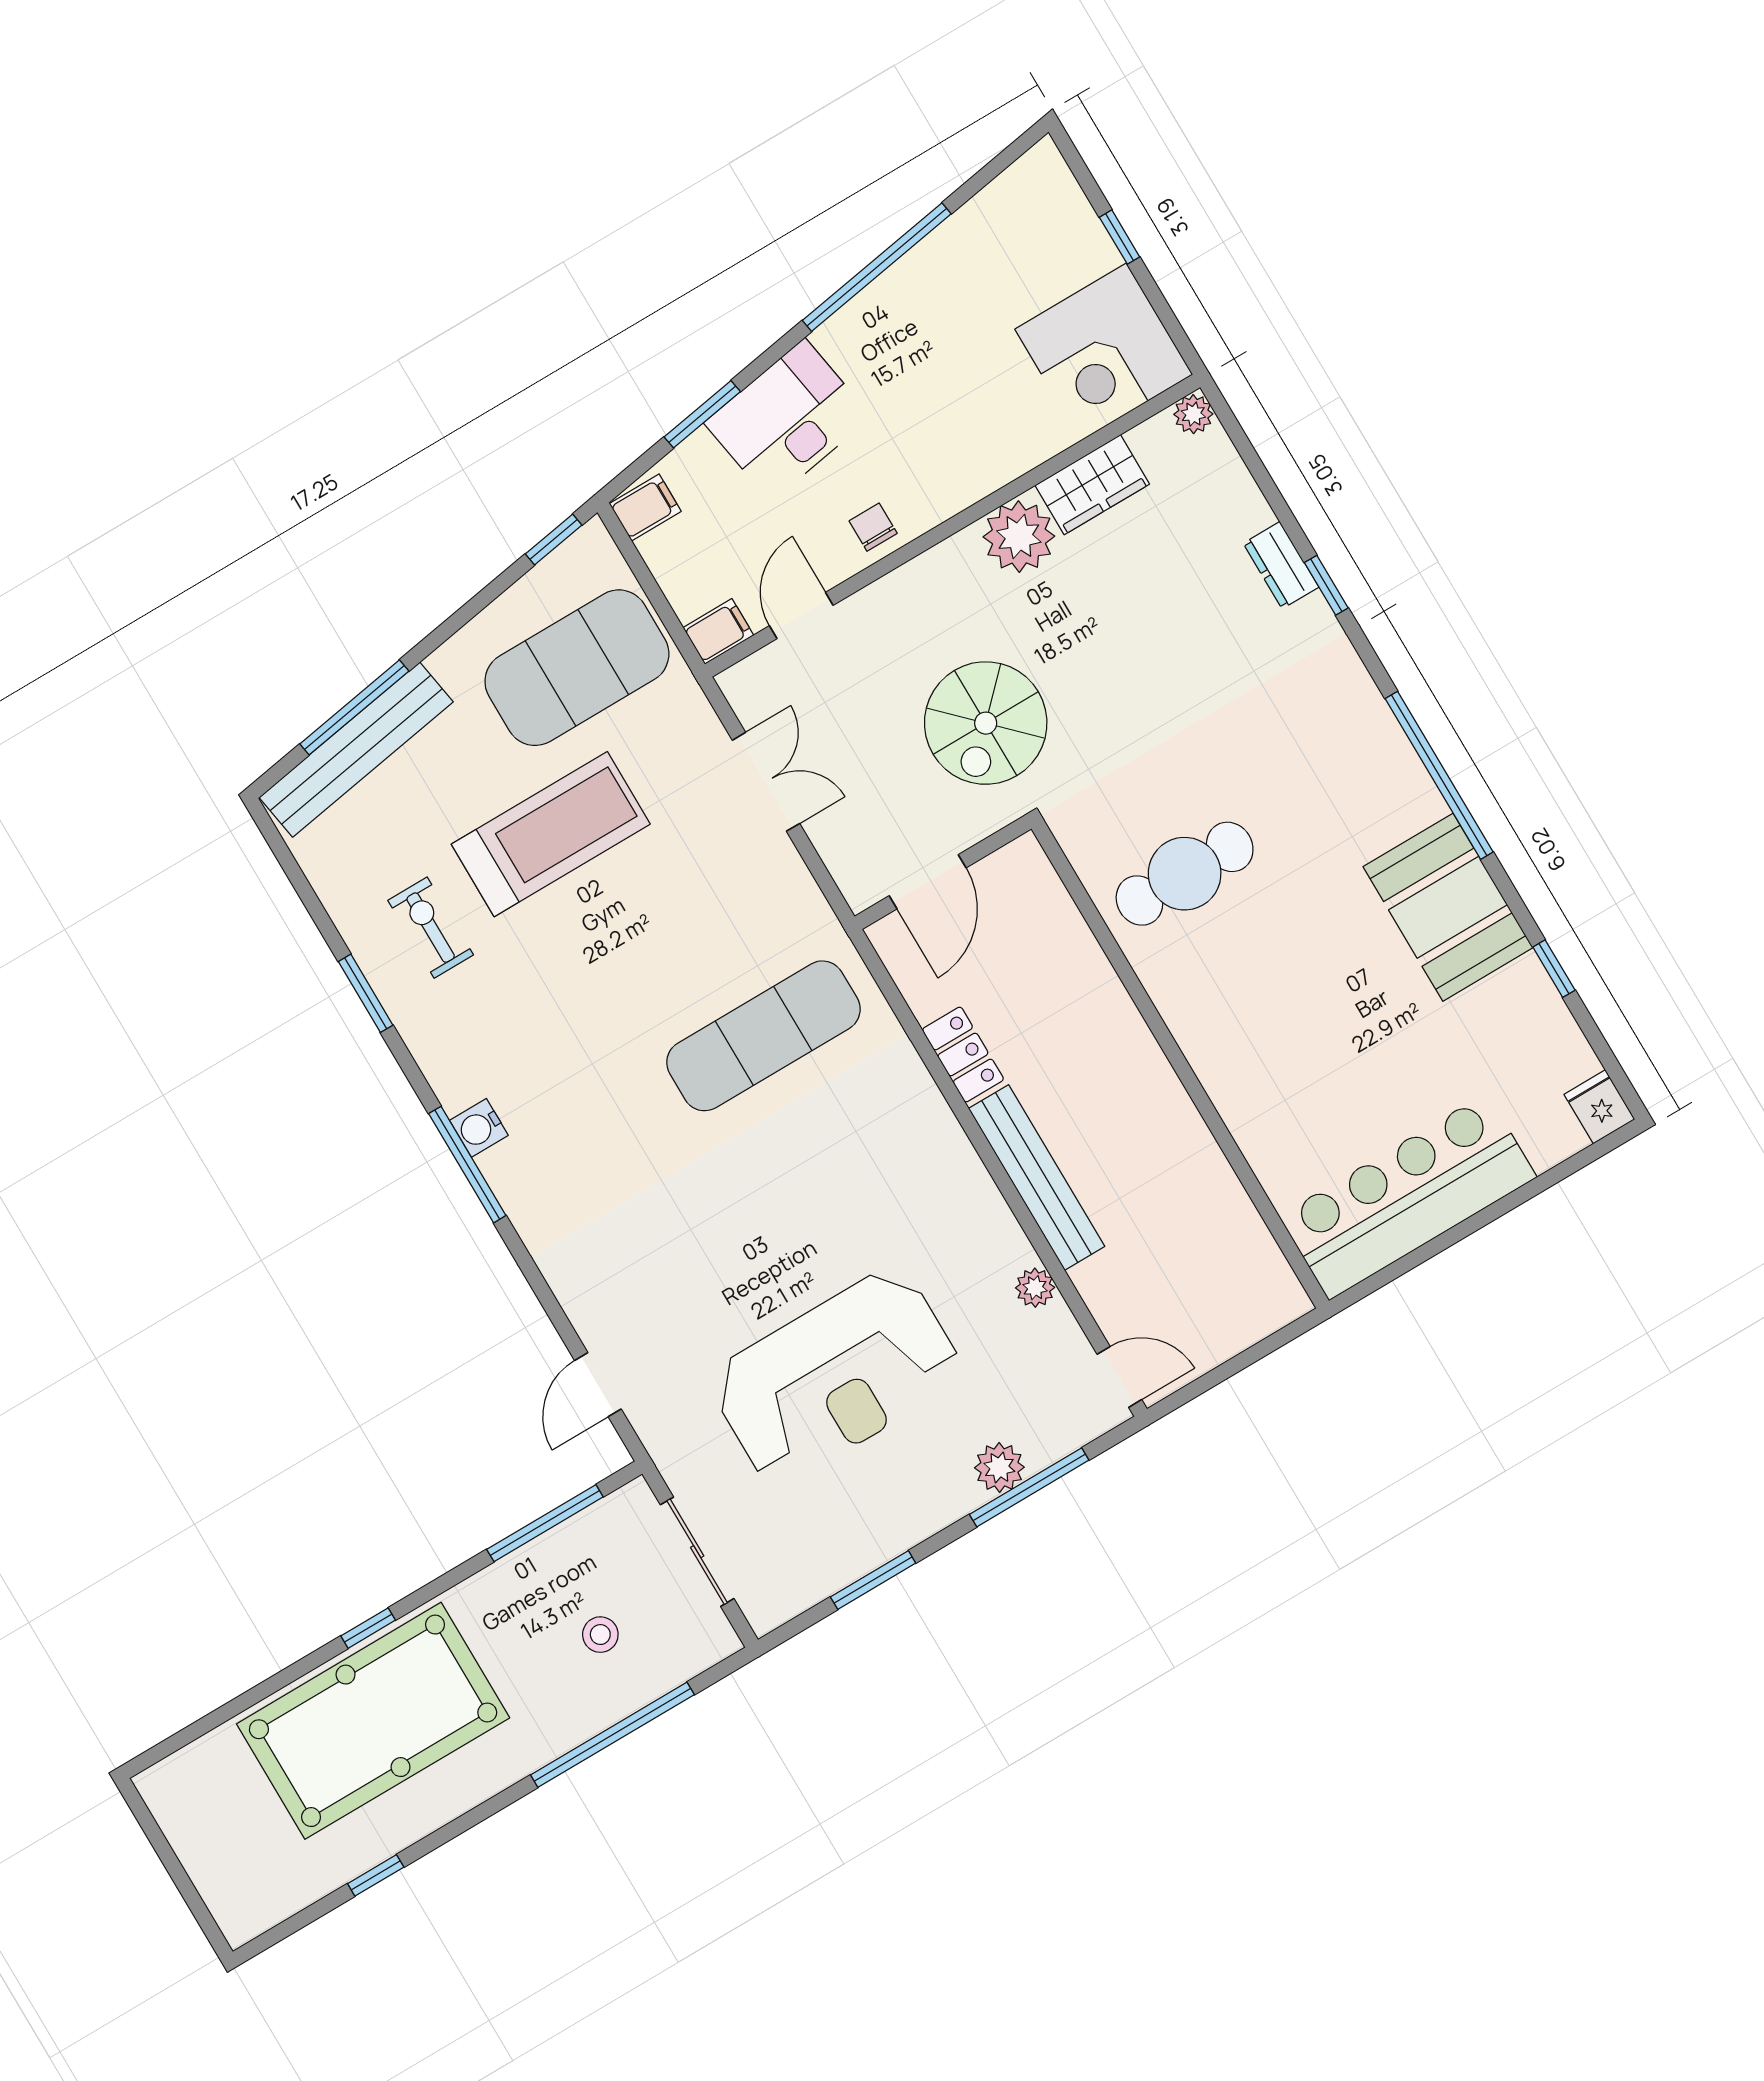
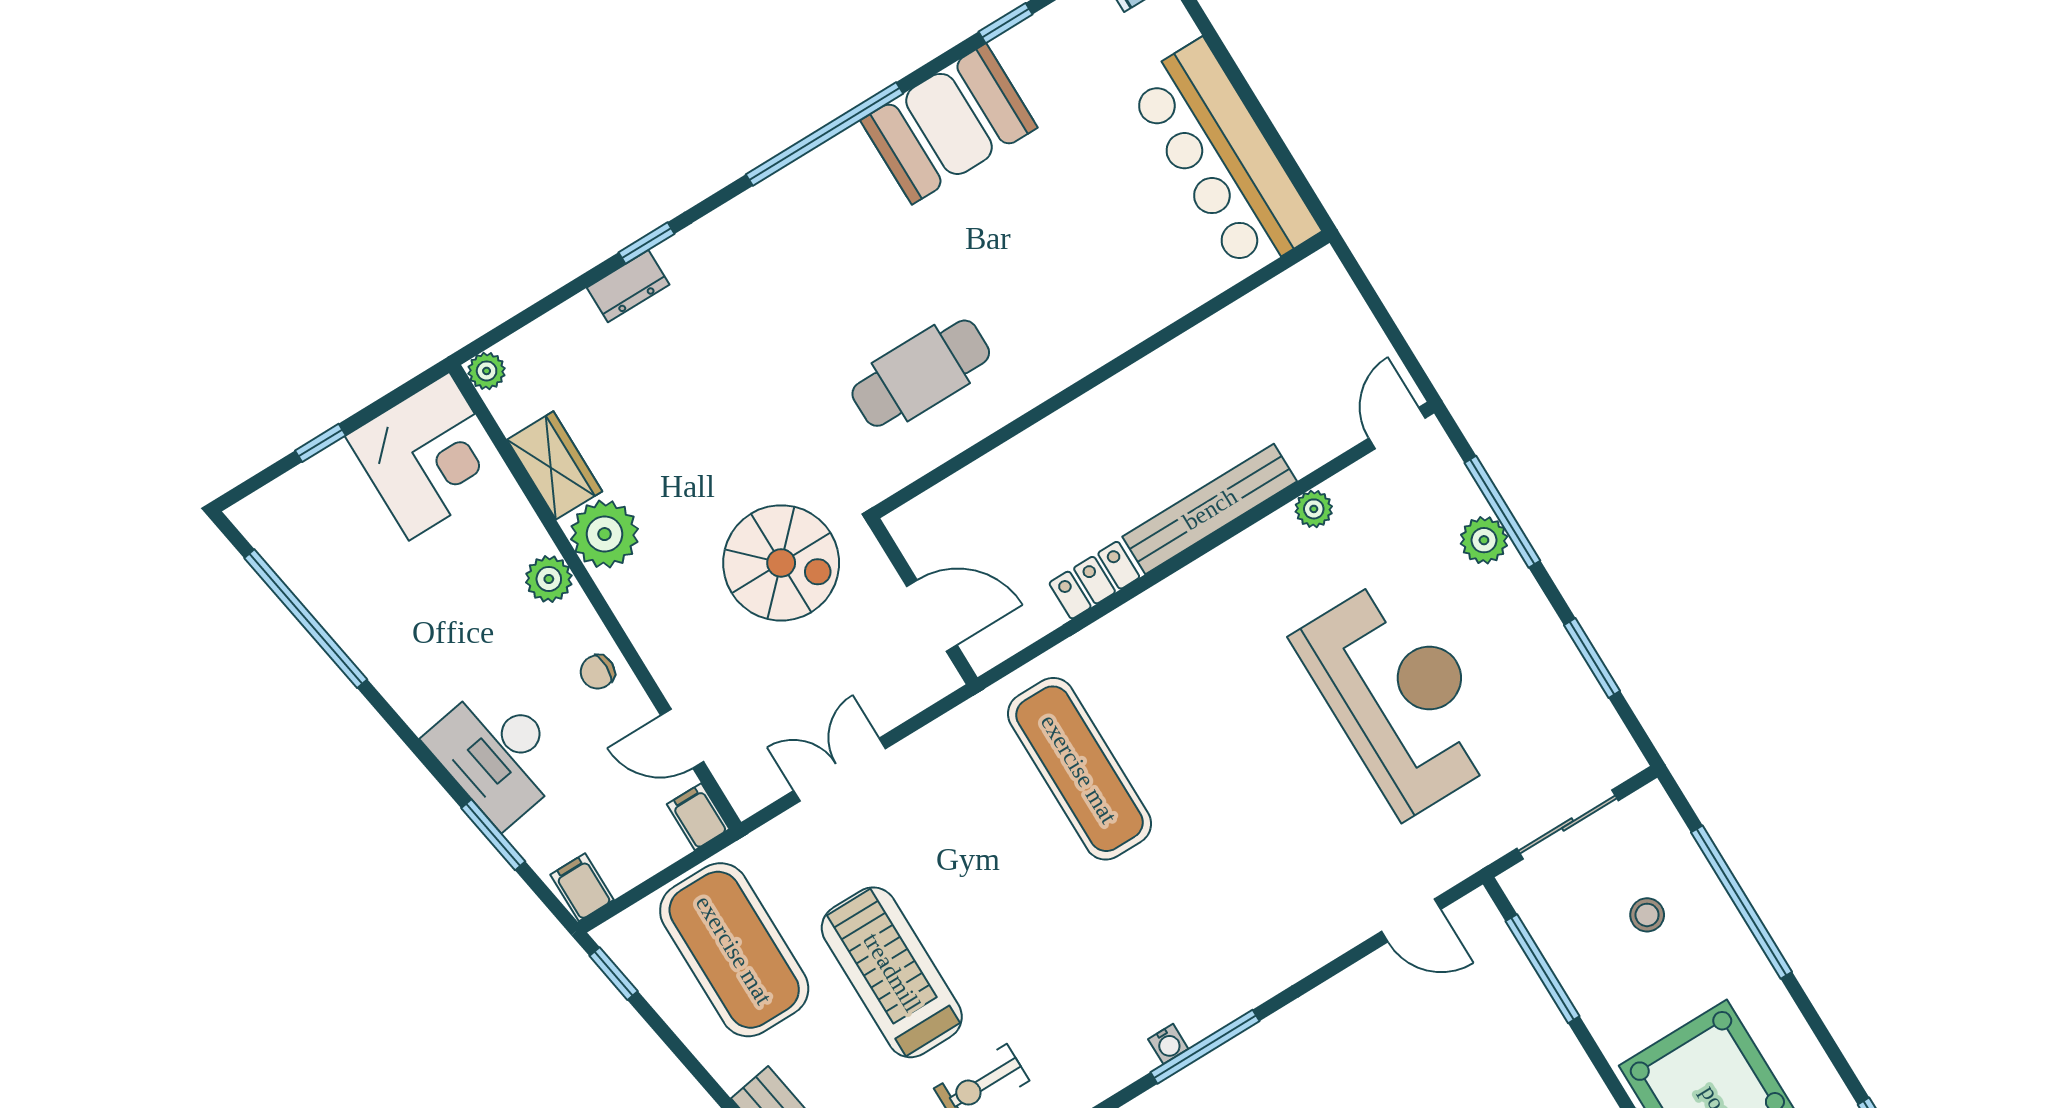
window: (877, 267) -> (306, 619), moved
plant: (972, 477) -> (549, 579), added
cafe table: (1185, 874) -> (921, 373), turned 90
water cooler: (479, 1128) -> (1168, 1044), width x0.72, depth x0.72

